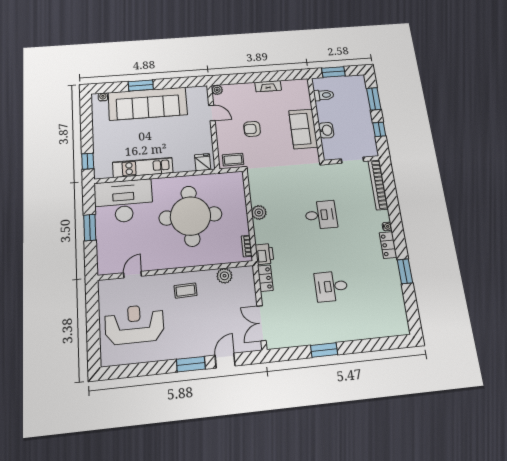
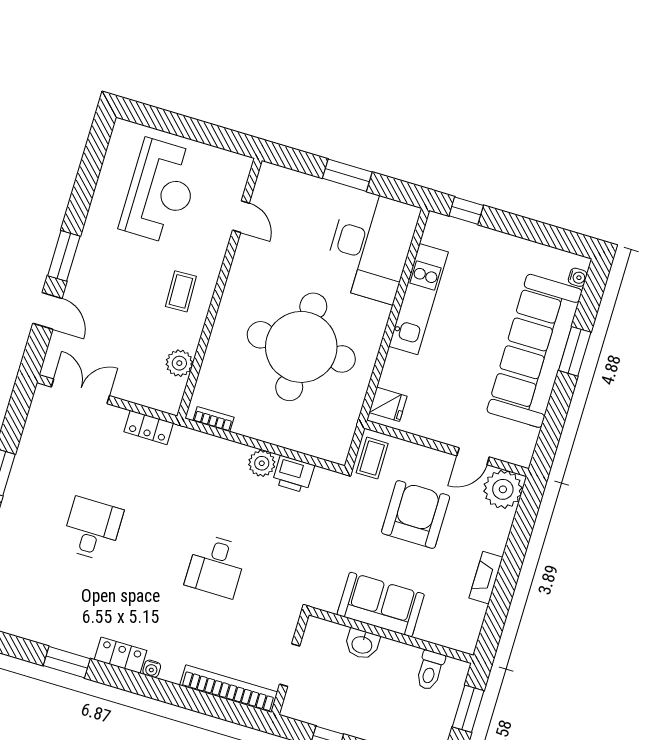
plant: (217, 90) -> (503, 489), width x1.87, depth x1.87
armchair: (252, 129) -> (416, 514), width x1.88, depth x1.88
printer: (265, 254) -> (293, 474), moved

